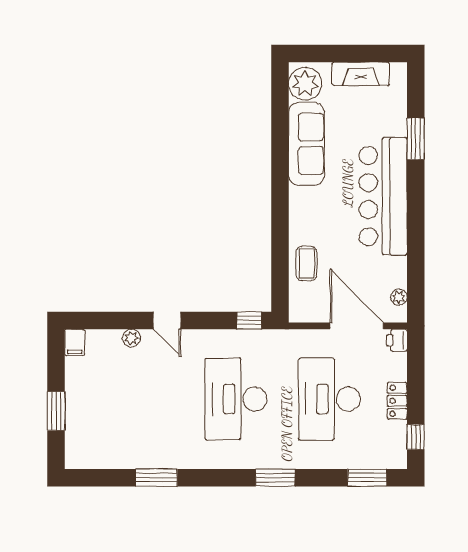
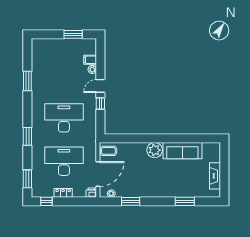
plant: (305, 84) -> (155, 150), moved
bar counter: (383, 196) -> (158, 186), removed
window: (416, 256) -> (131, 201), added
coffee table: (307, 263) -> (108, 151), moved
window: (249, 320) -> (100, 103), moved
filing cabinet: (75, 342) -> (90, 60), moved
window: (56, 411) -> (73, 34), moved

